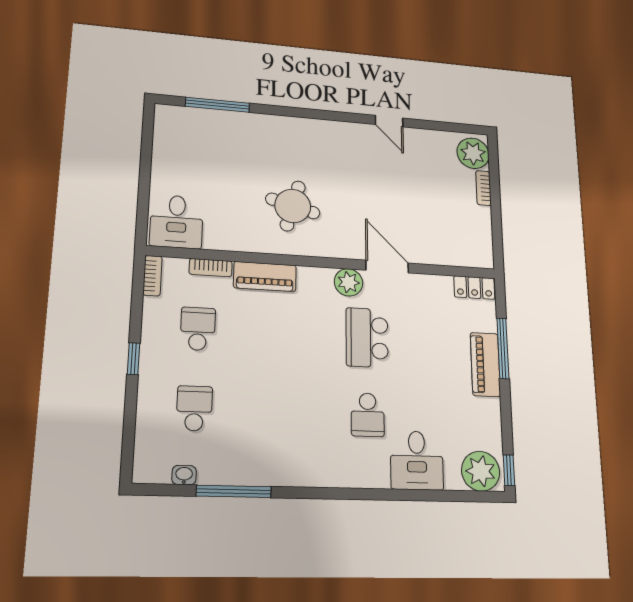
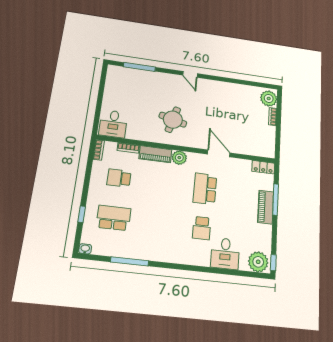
door: (389, 121) -> (190, 74), moved
plant: (348, 282) -> (179, 158), moved
school desk: (198, 329) -> (119, 178), turned -90
window: (133, 359) -> (82, 214), moved
school desk: (194, 408) -> (114, 218), width x1.85
washbasin: (184, 475) -> (85, 249), moved

